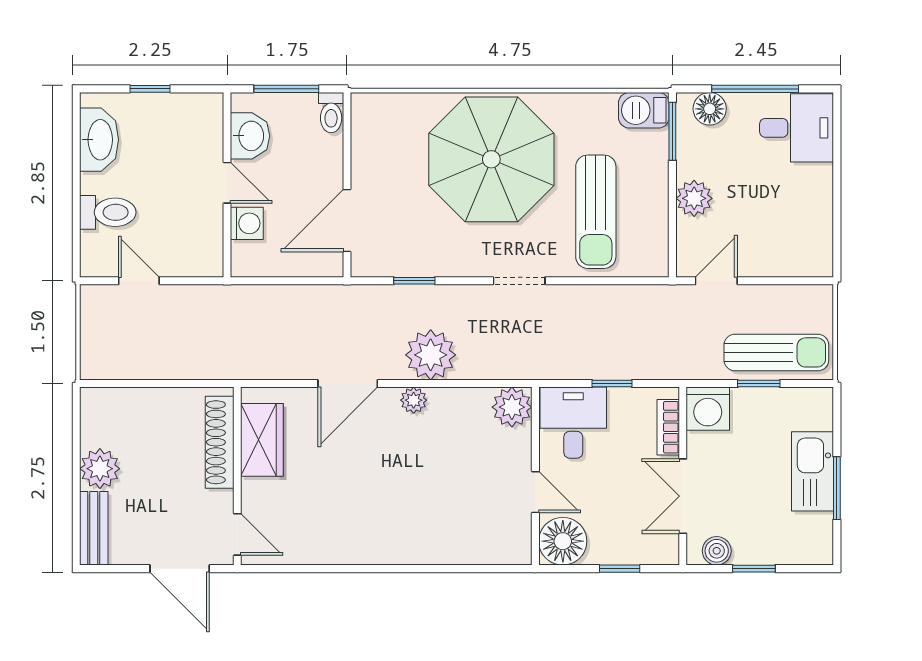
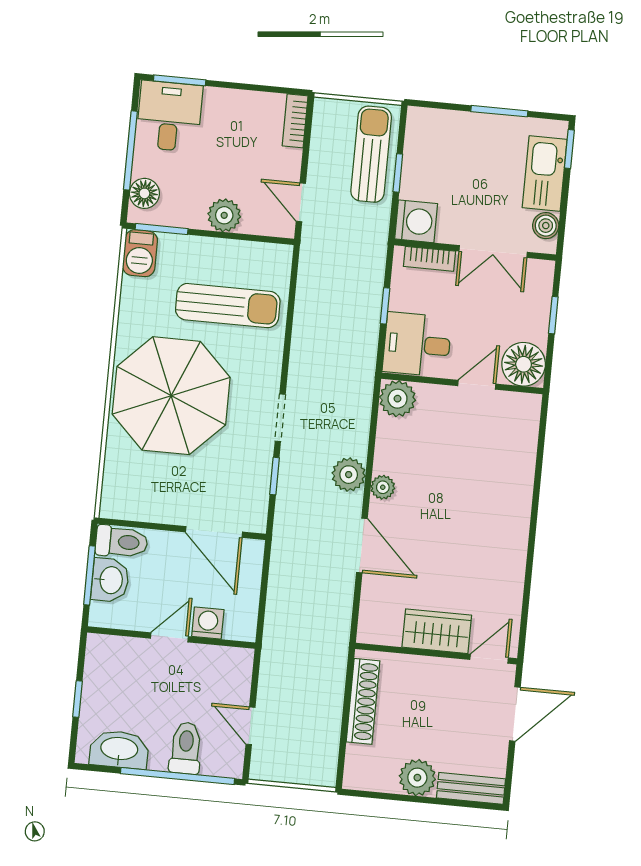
toilet: (331, 113) -> (122, 542), width x1.37, depth x1.39
window: (837, 135) -> (180, 80), added
washbasin: (250, 136) -> (110, 580), moved, turned 90
window: (76, 206) -> (178, 776), added
bookcase: (805, 266) -> (295, 121), added
door: (139, 281) -> (251, 726), hinge flipped
doorway: (519, 281) -> (280, 418), moved
plant: (431, 355) -> (349, 475), width x0.73, depth x0.73
wardrobe: (262, 440) -> (437, 631), moved
shoe rack: (220, 442) -> (363, 701), moved, turned -90
kitchen sink: (812, 471) -> (545, 174), moved, turned 90
window: (754, 569) -> (569, 149), moved

